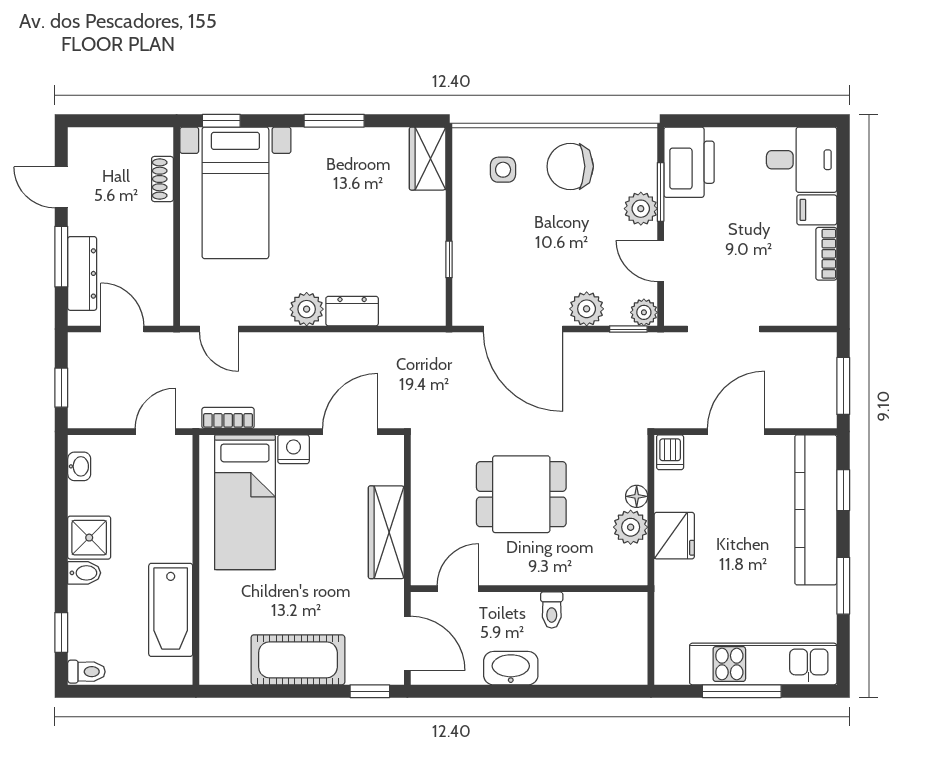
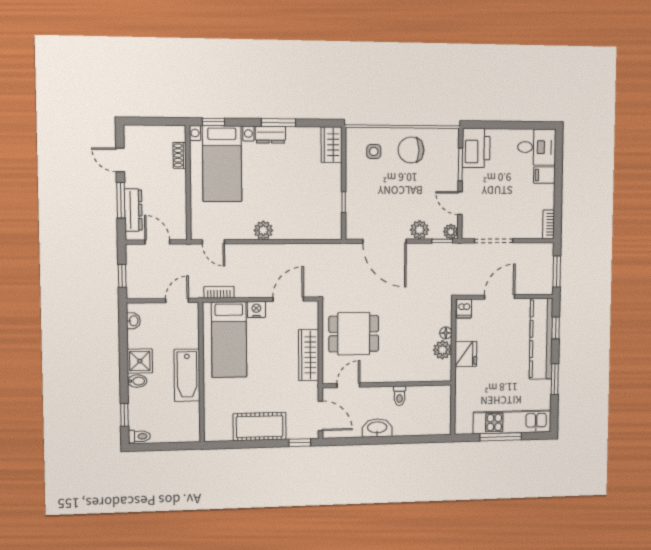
plant: (641, 209) -> (450, 174), removed
bookcase: (826, 254) -> (549, 224), moved
dresser: (352, 311) -> (270, 135), moved, turned 180
dining table: (521, 494) -> (354, 334), moved
bathtub: (171, 610) -> (187, 375), moved

